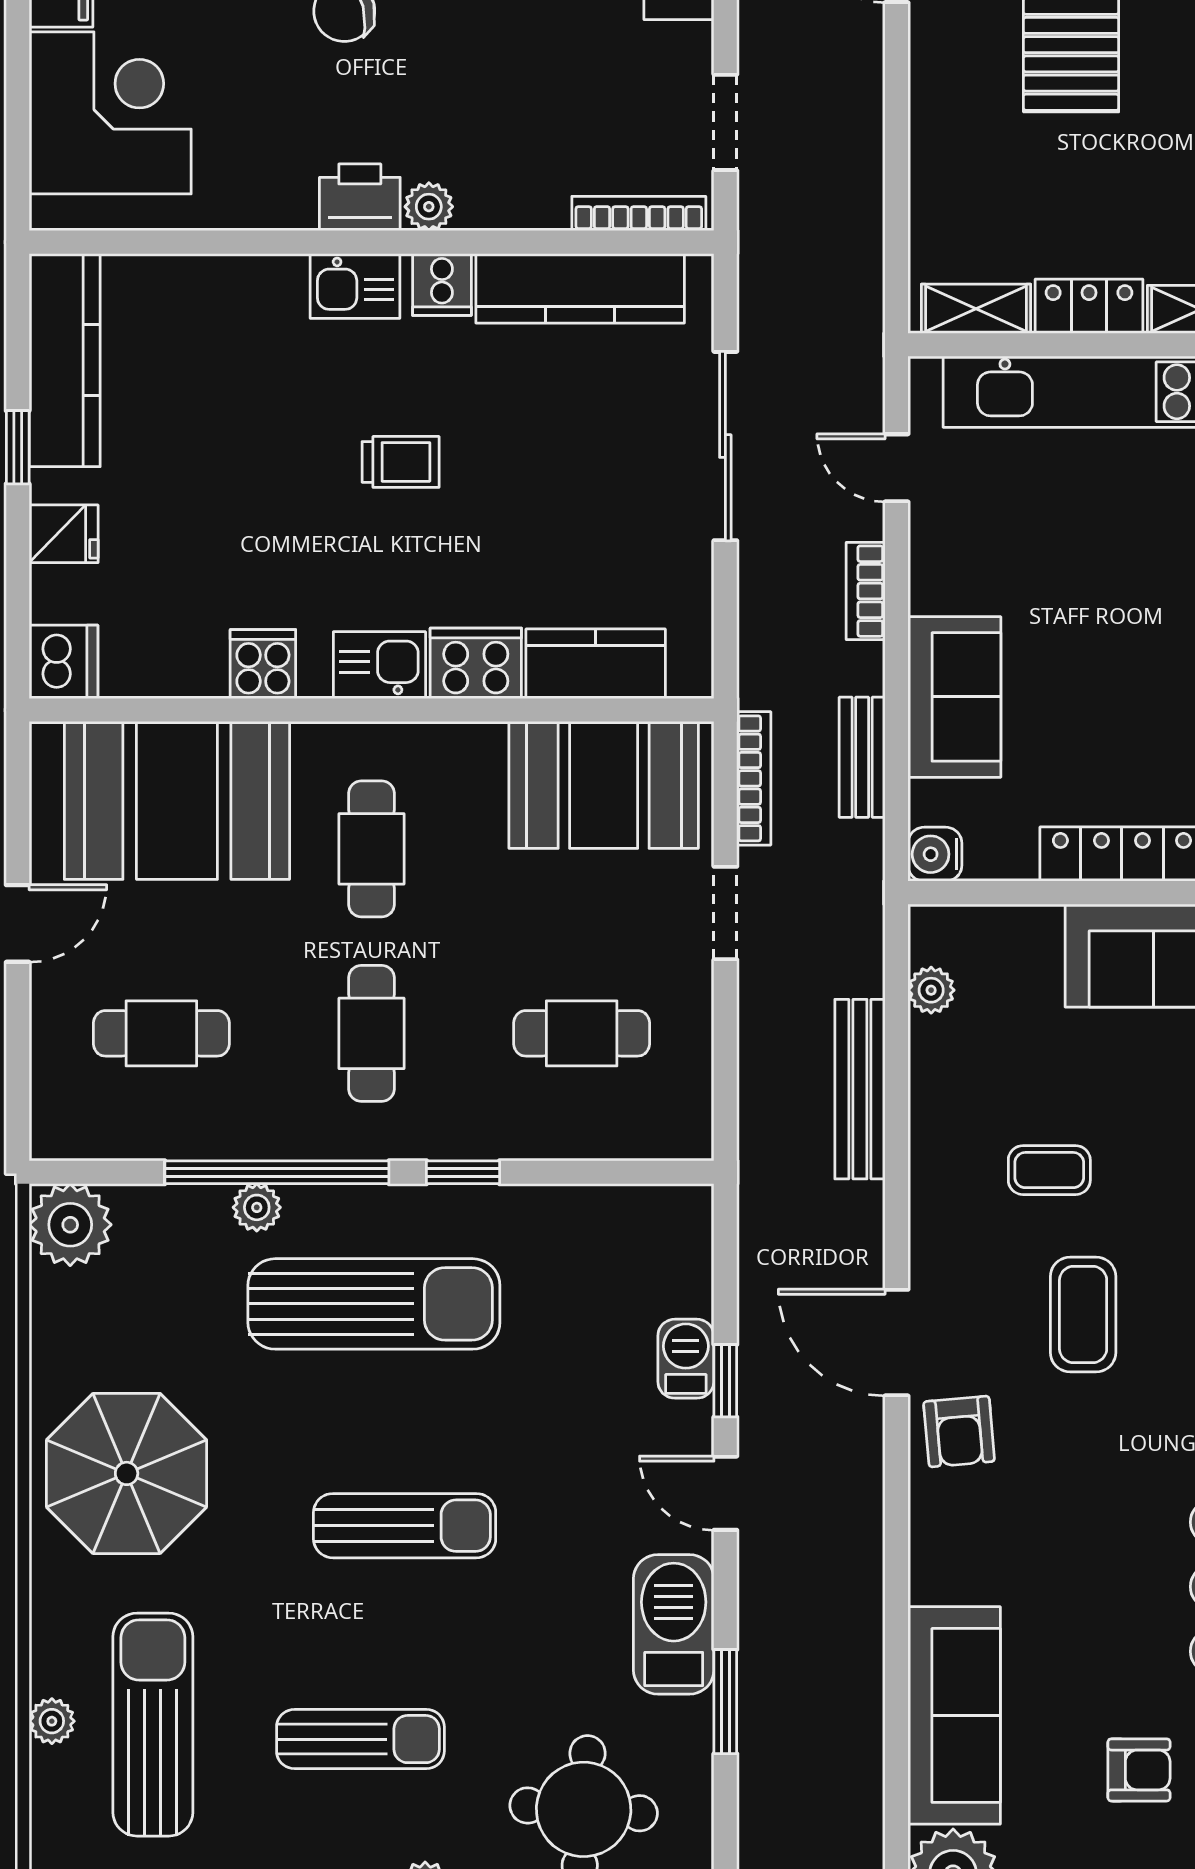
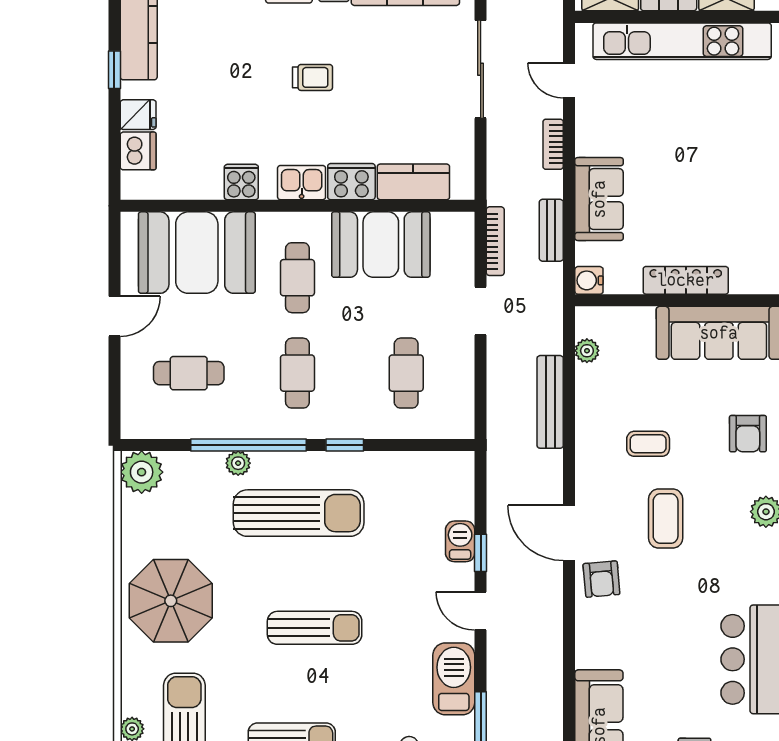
dishwasher: (63, 662) -> (138, 151), moved
booth: (604, 785) -> (381, 245), moved
cafe table: (582, 1033) -> (406, 373), turned 90

